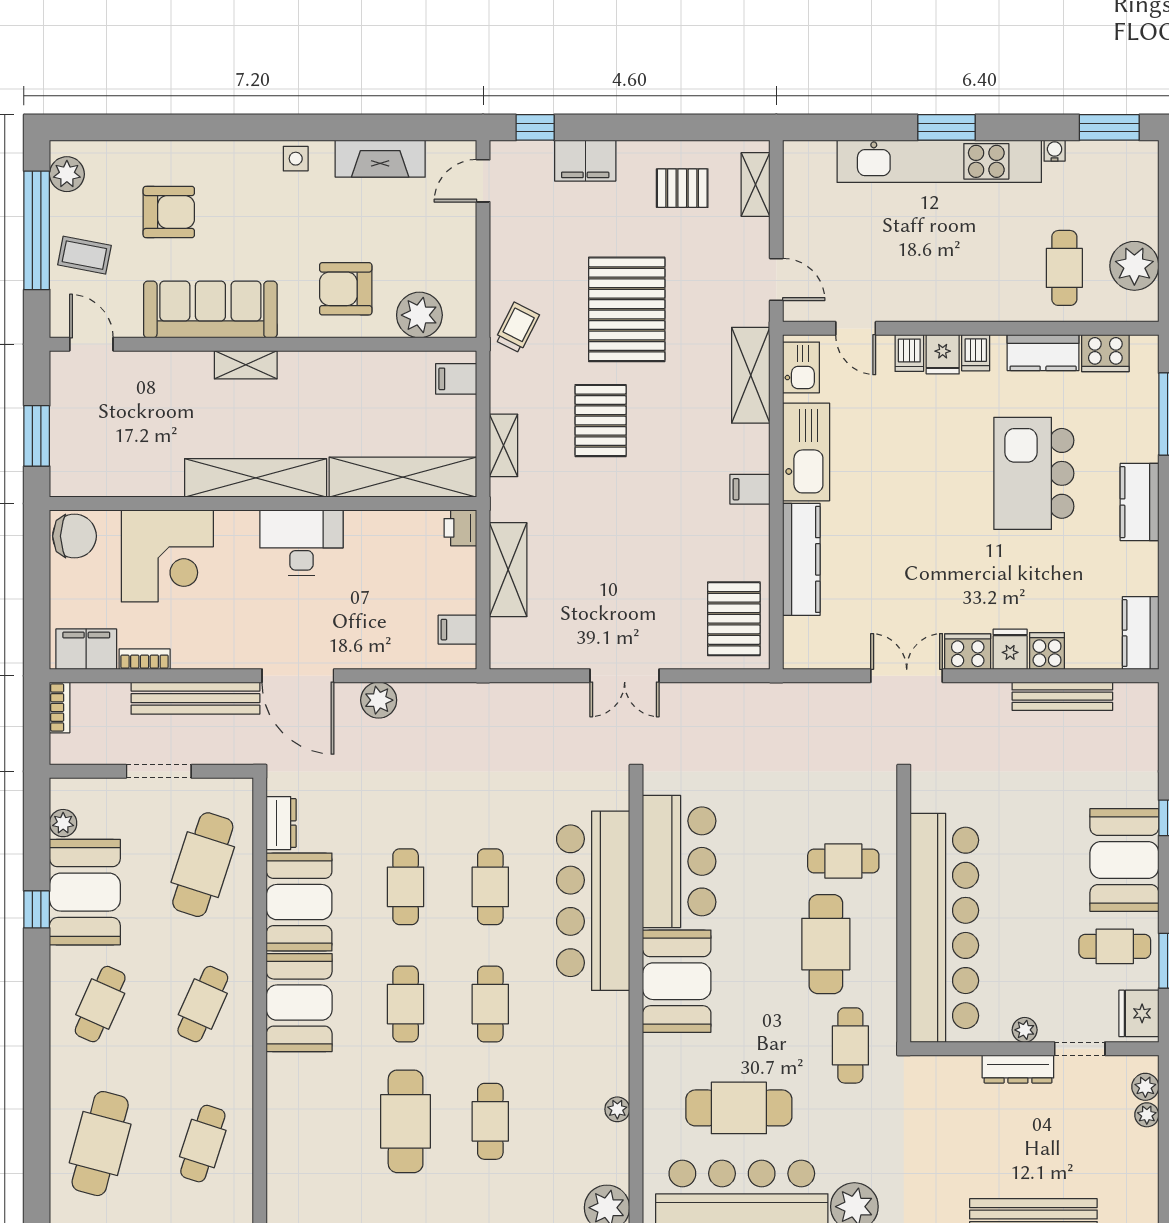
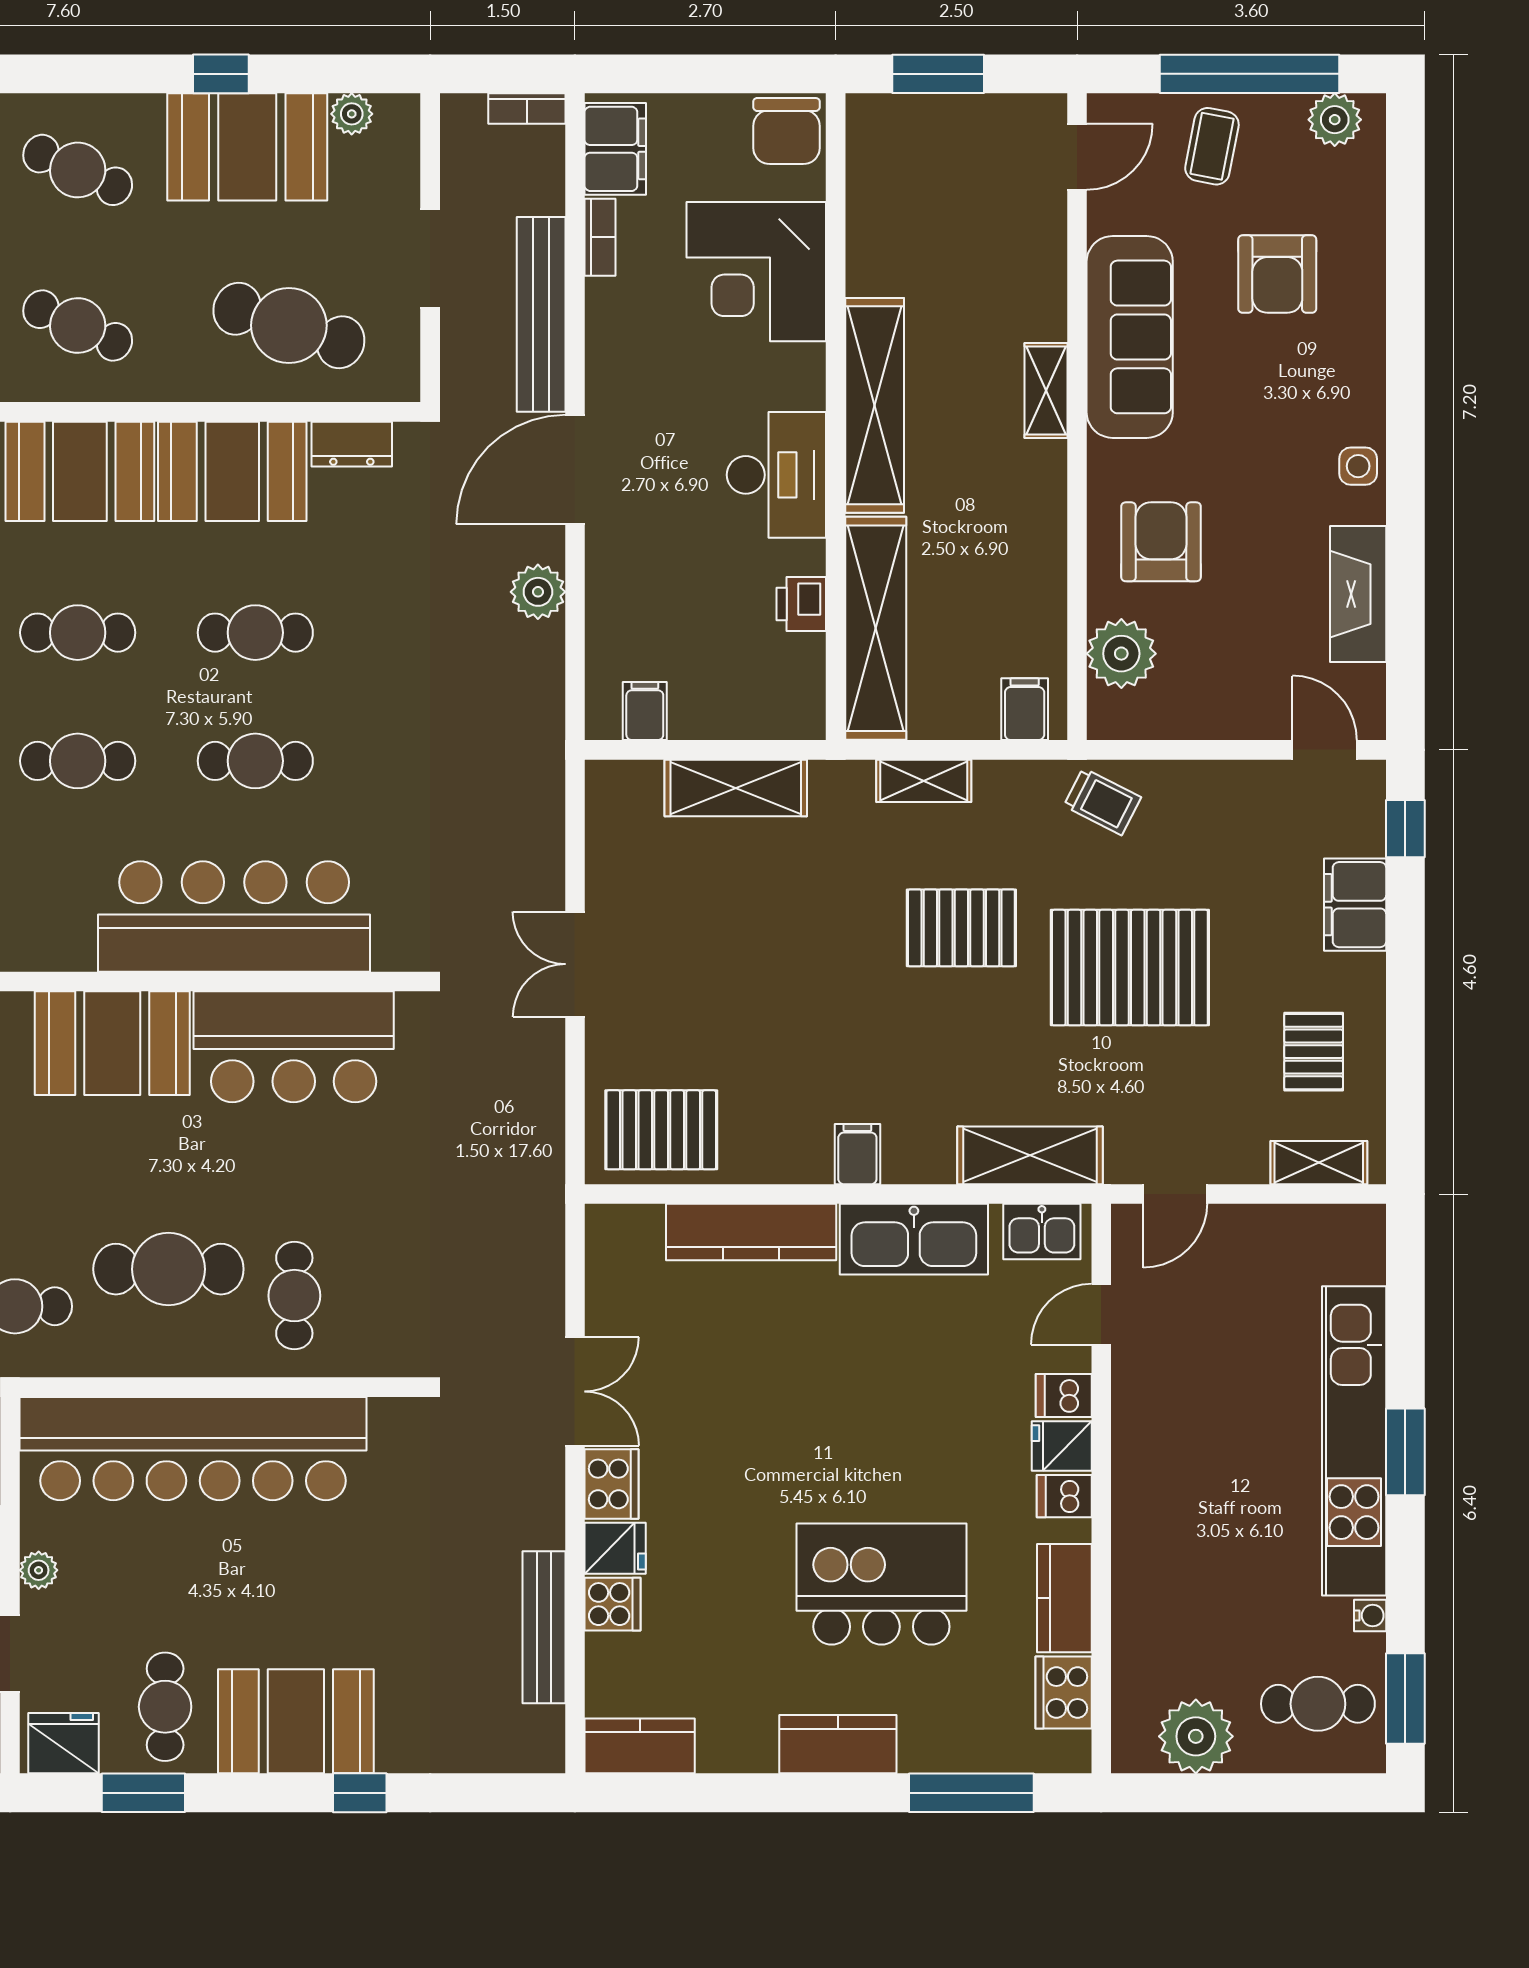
cafe table: (1064, 268) -> (1318, 1704), moved
printer: (460, 528) -> (801, 604), moved, turned -90

